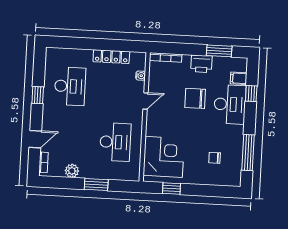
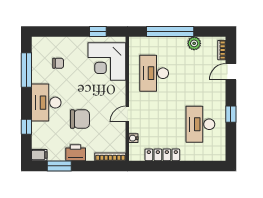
filing cabinet: (239, 78) -> (39, 155), moved
desk: (230, 104) -> (46, 103), moved
window: (96, 184) -> (170, 32), width x2.11

